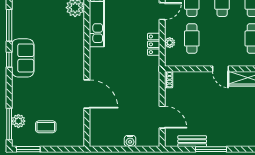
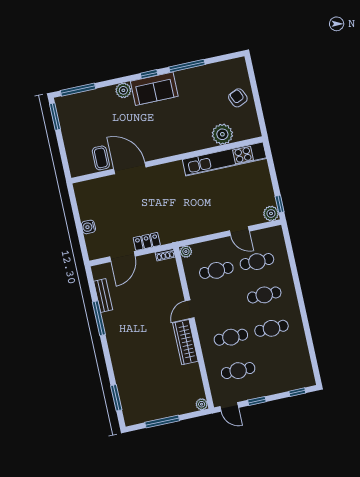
plant: (170, 43) -> (186, 252), moved
locker: (154, 44) -> (147, 241), moved
door: (87, 94) -> (130, 168), swing flipped
plant: (18, 121) -> (123, 90), moved
coffee table: (46, 127) -> (101, 158), moved

